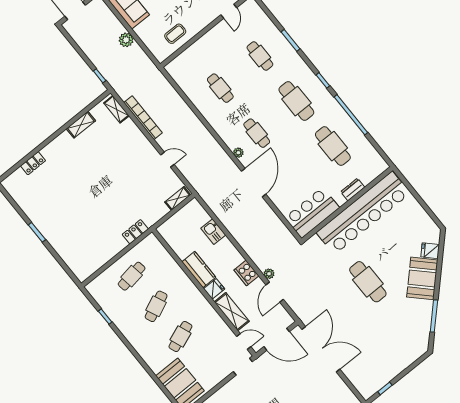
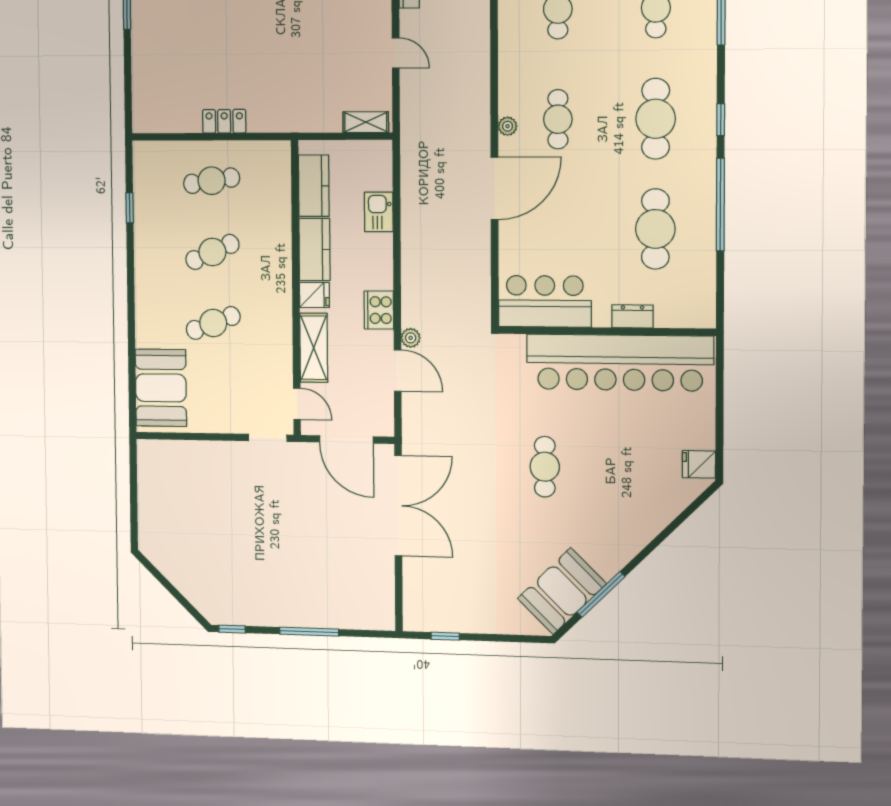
locker: (135, 232) -> (224, 121), moved
kitchen counter: (177, 243) -> (314, 186), added
fridge: (430, 251) -> (699, 464), moved, turned -45
booth: (422, 278) -> (562, 591), moved
cafe table: (368, 282) -> (545, 467), width x0.73, depth x0.74
door: (275, 292) -> (398, 371), swing flipped

